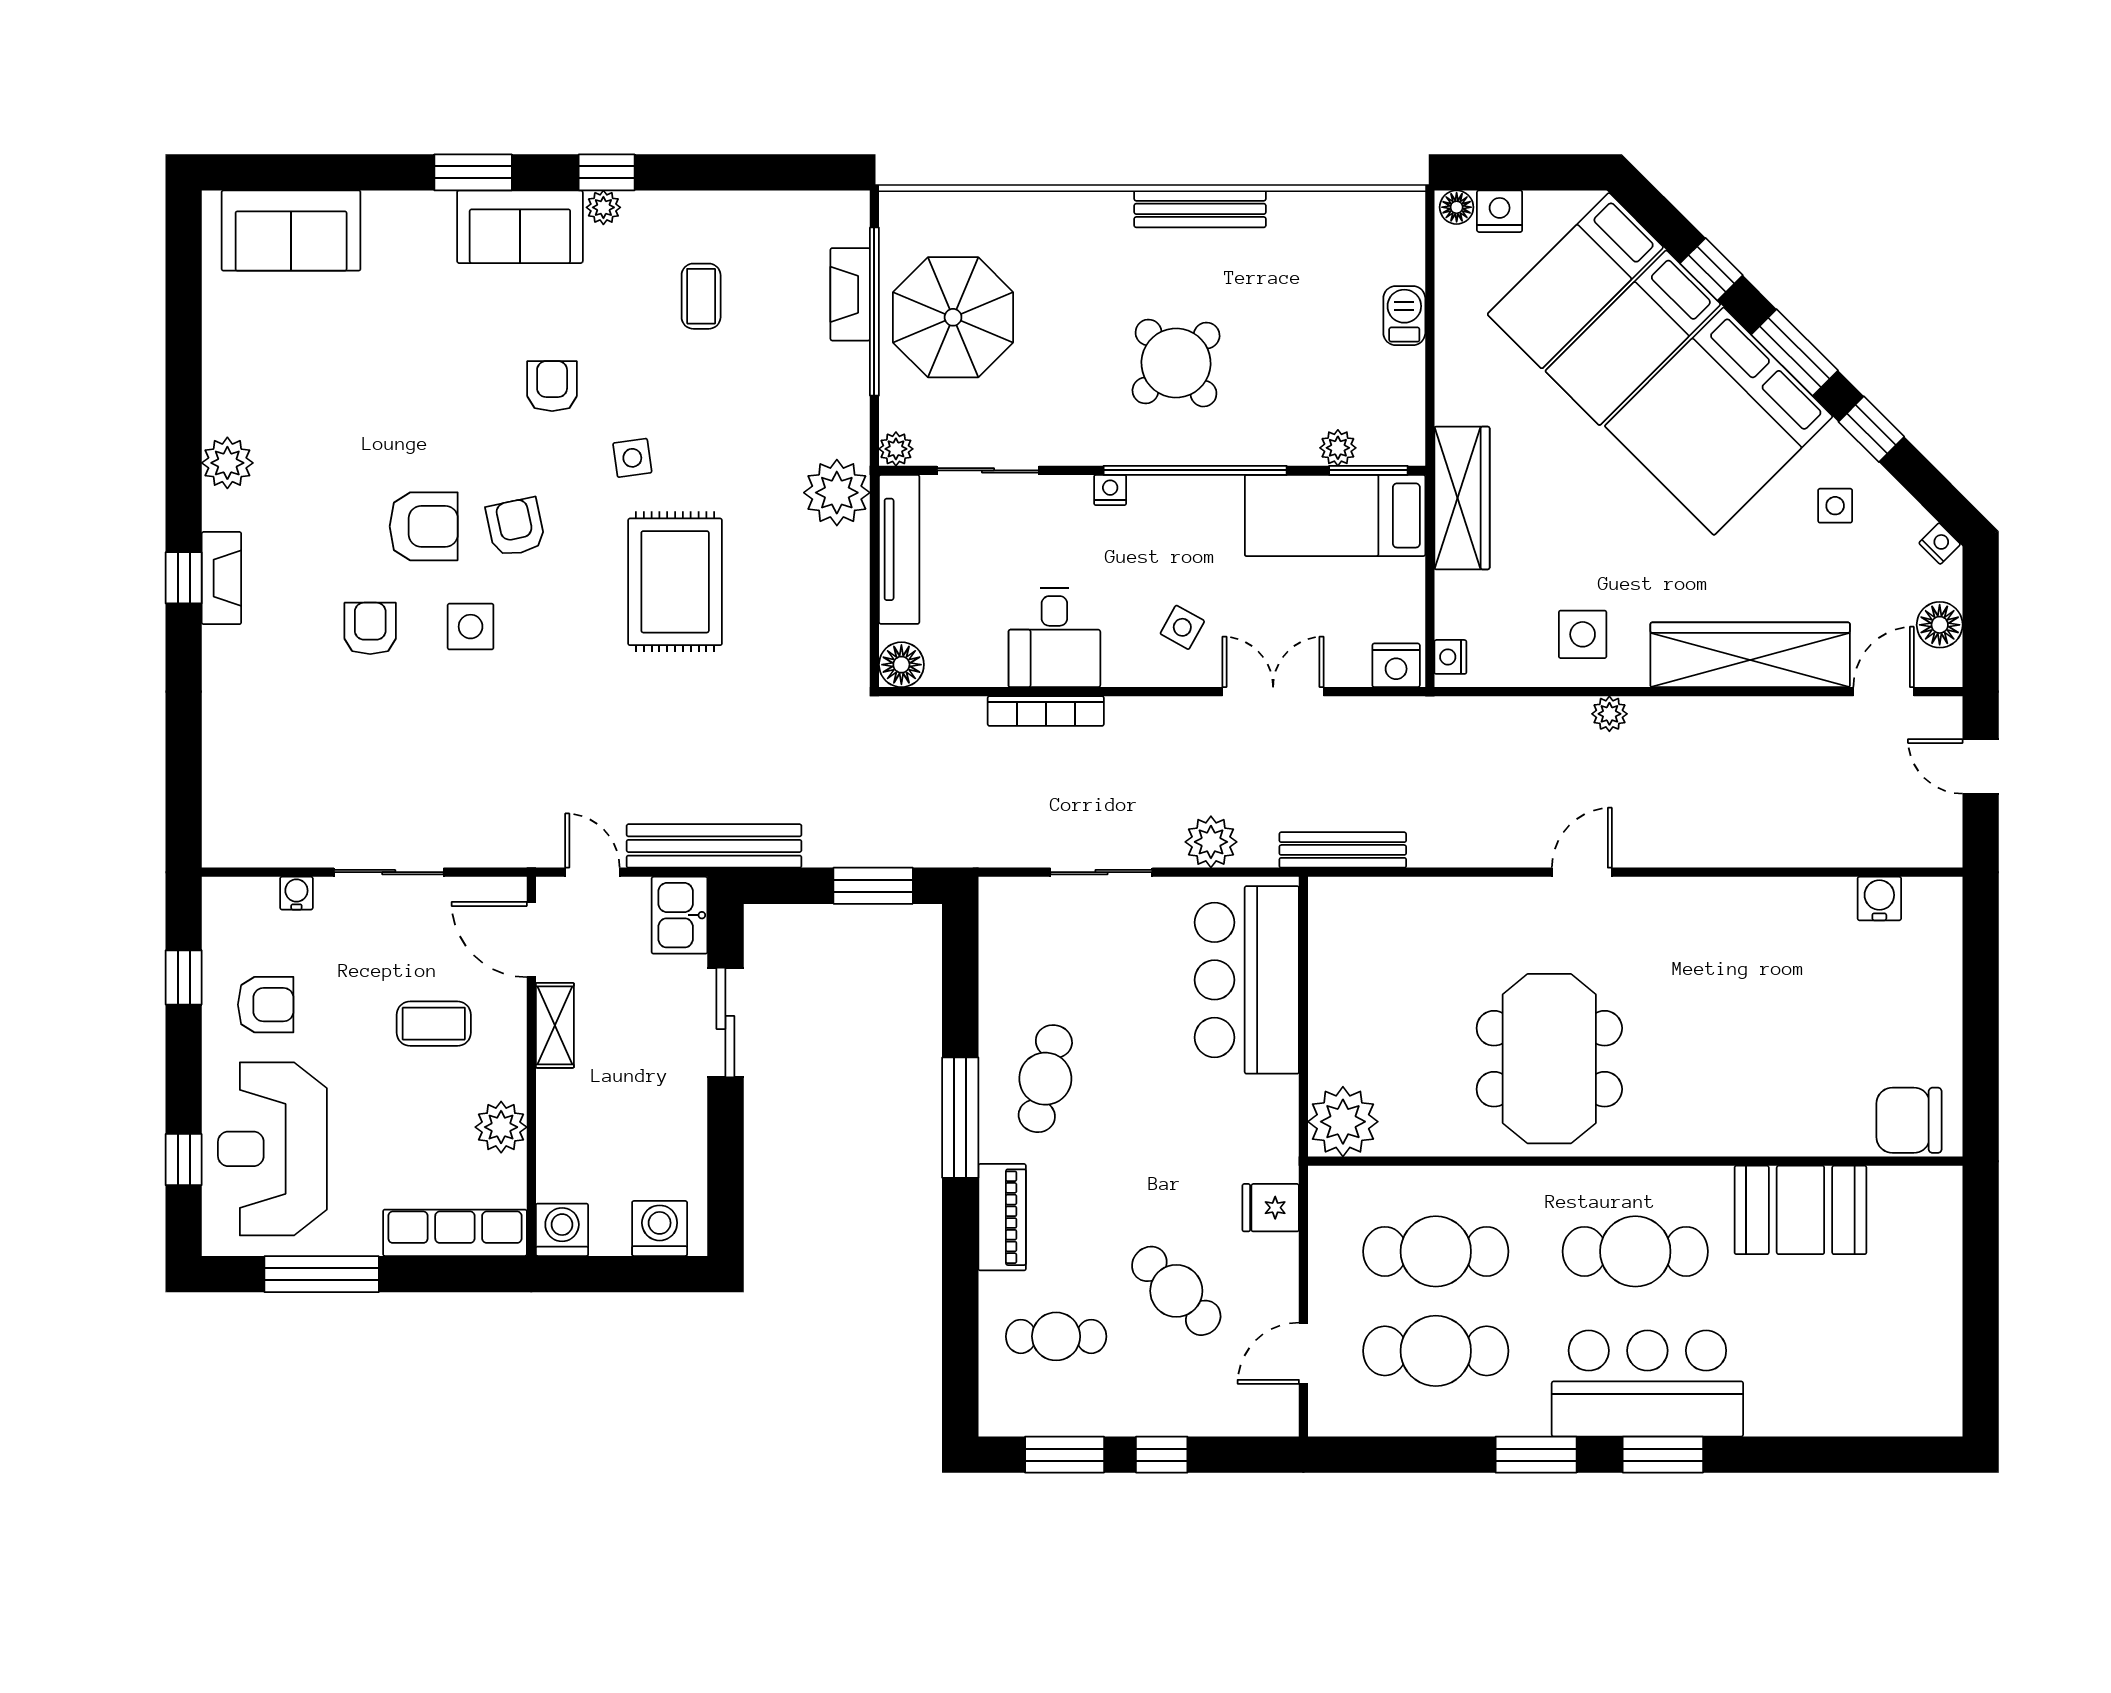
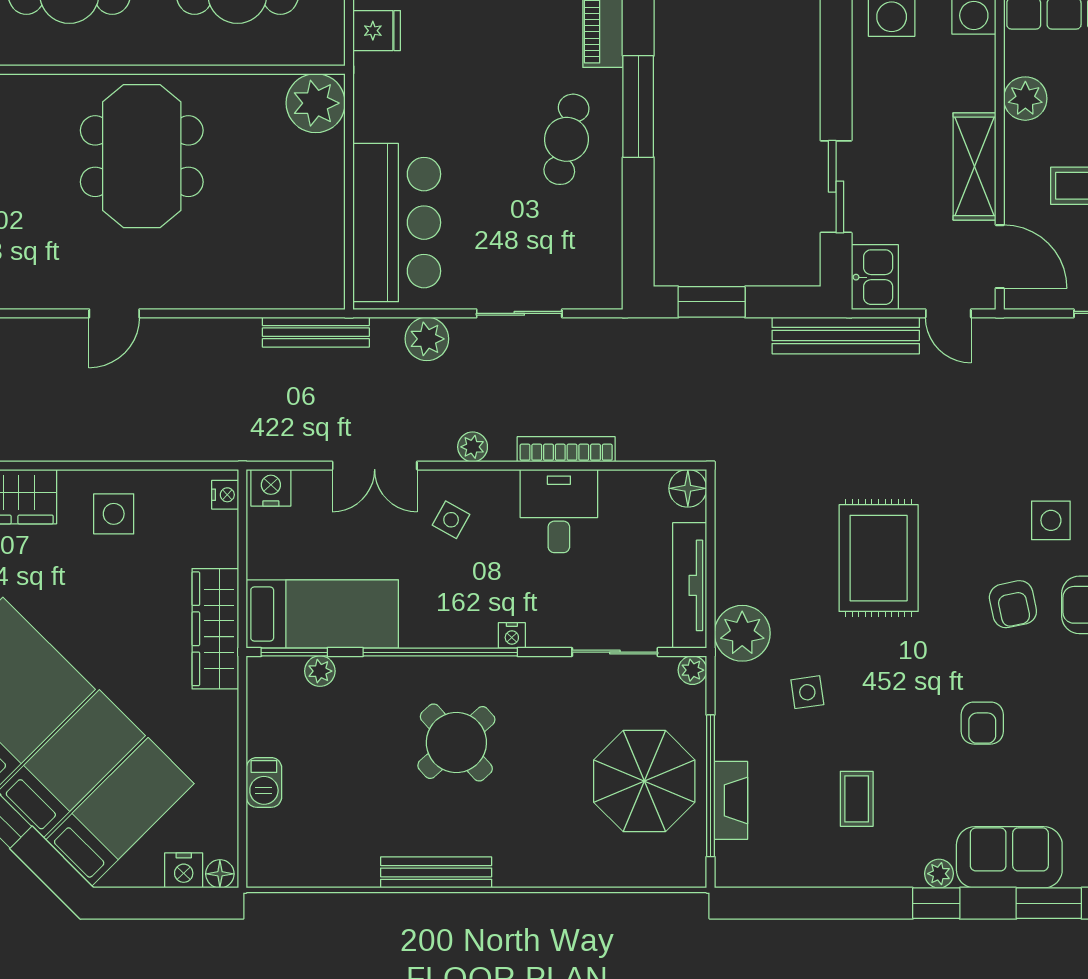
side table: (632, 458) -> (807, 692), moved
plant: (1609, 714) -> (473, 447), moved
shelving: (555, 1025) -> (974, 166), width x1.50, depth x1.33

